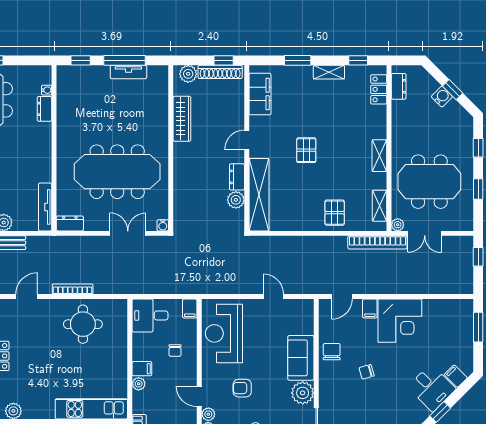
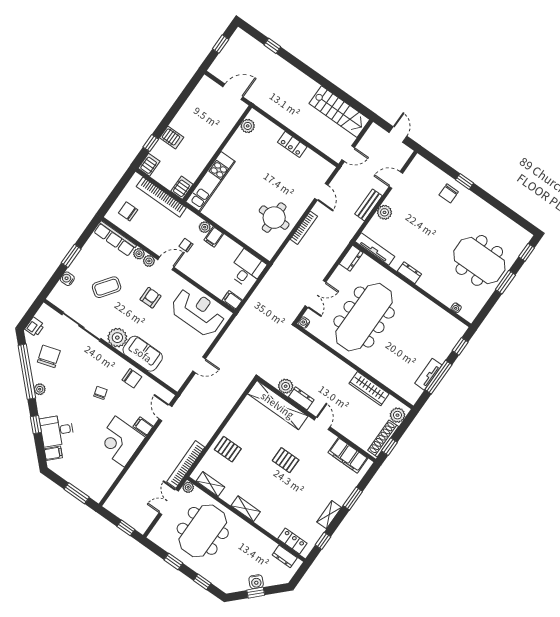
dresser: (45, 109) -> (409, 273), moved
chair: (175, 351) -> (186, 245), moved

